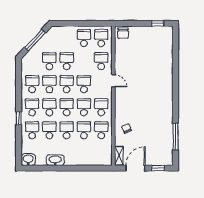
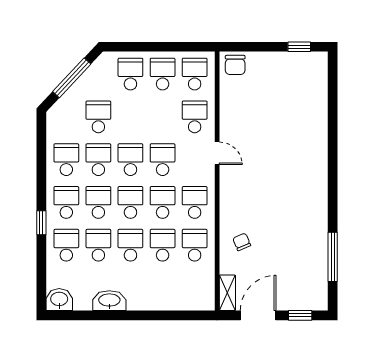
school desk: (67, 61) -> (130, 74), moved

